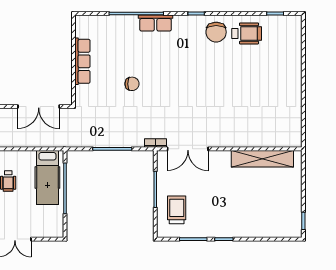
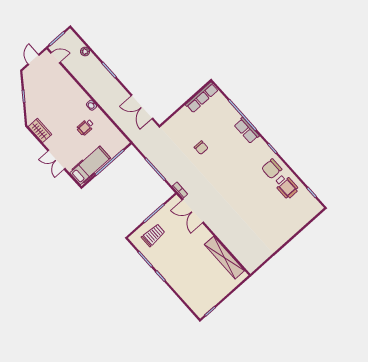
row of seats: (82, 61) -> (202, 97), moved
hospital bed: (47, 177) -> (90, 165), moved, turned 180

